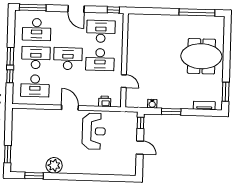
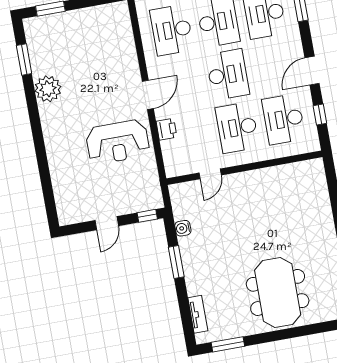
window: (113, 10) -> (320, 115), moved
desk: (101, 31) -> (284, 119), turned 180
printer: (105, 101) -> (167, 129), moved

